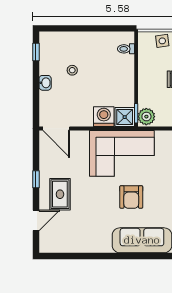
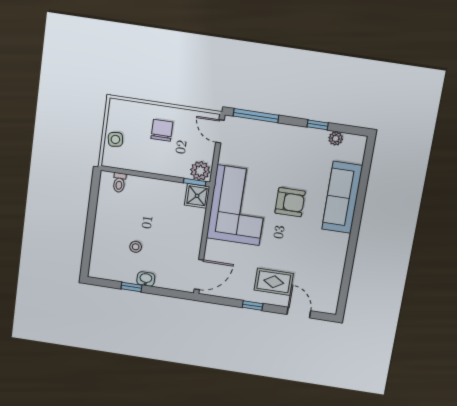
window: (36, 52) -> (131, 287), moved
washing machine: (104, 117) -> (193, 219), removed

